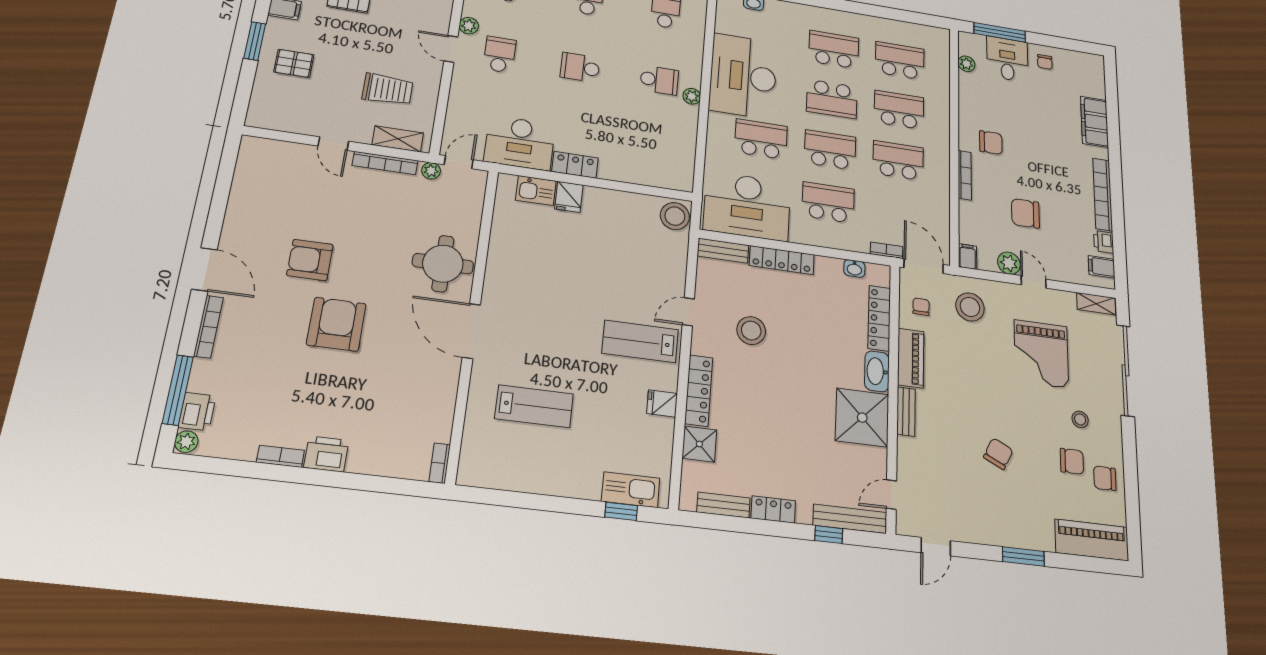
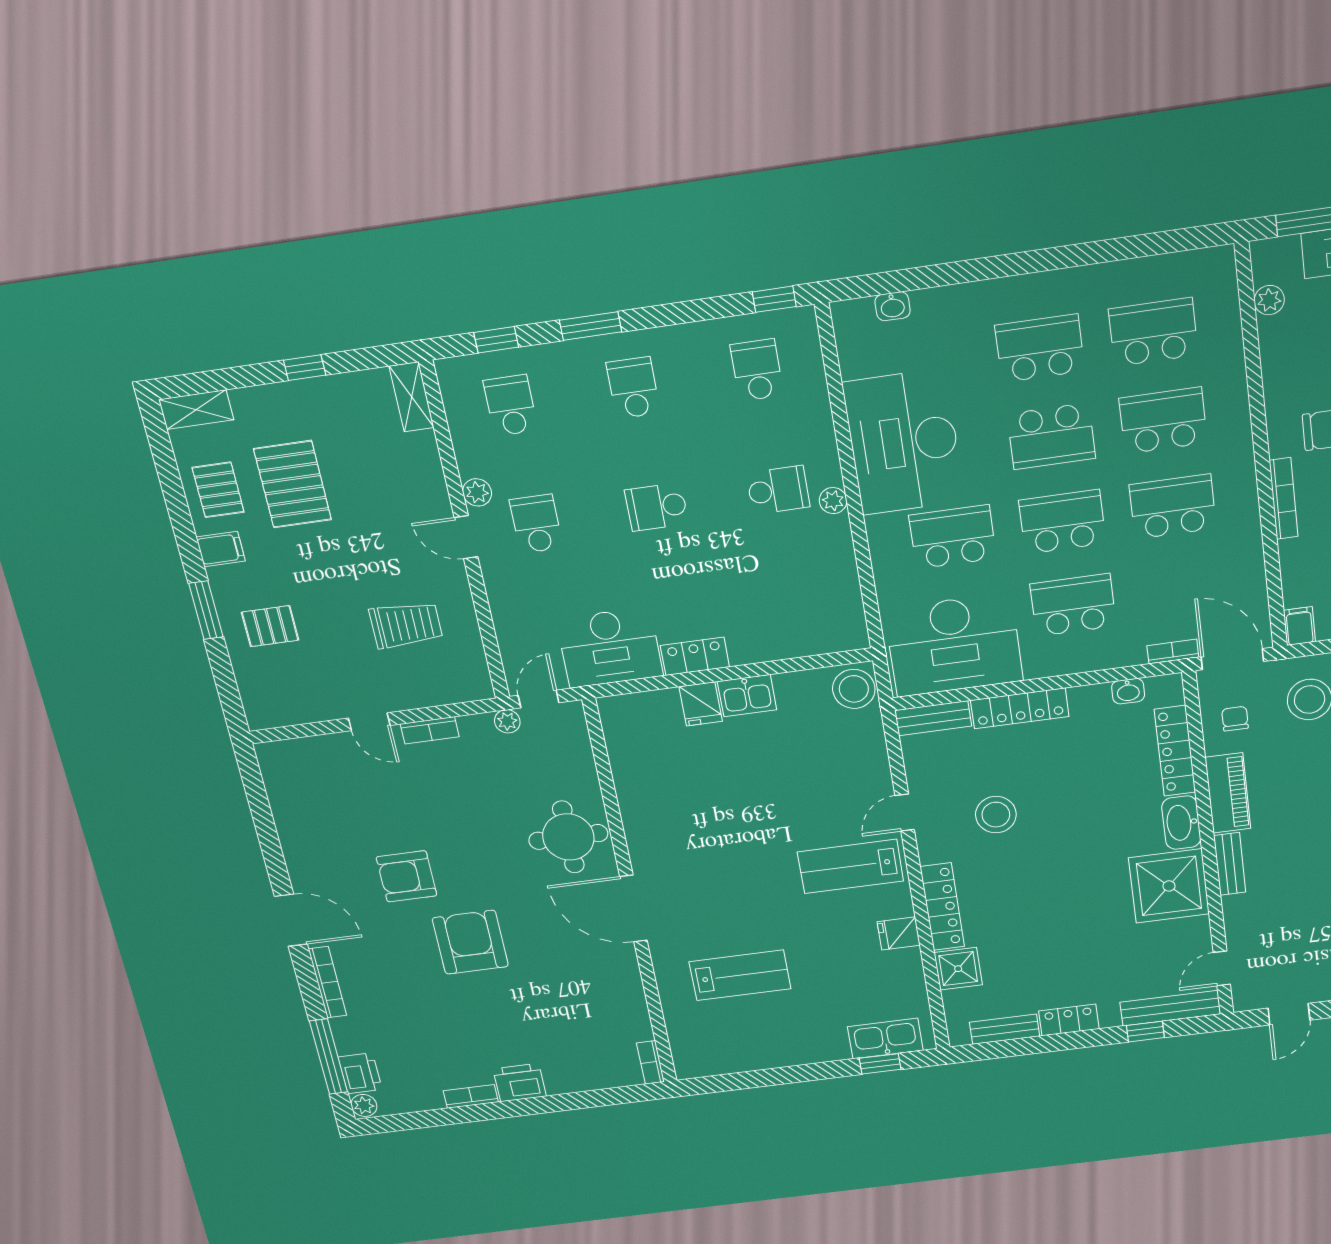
shelving: (398, 139) -> (447, 691), removed
bookcase: (385, 163) -> (430, 730), width x0.64
kitchen sink: (536, 191) -> (747, 696), moved

